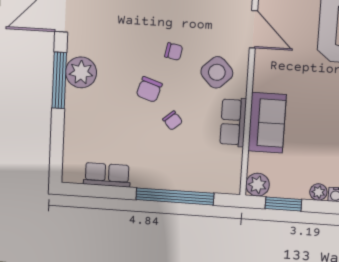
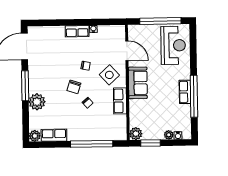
plant: (81, 72) -> (37, 102), moved
sofa: (267, 123) -> (138, 83), moved
plant: (72, 173) -> (35, 136), added

